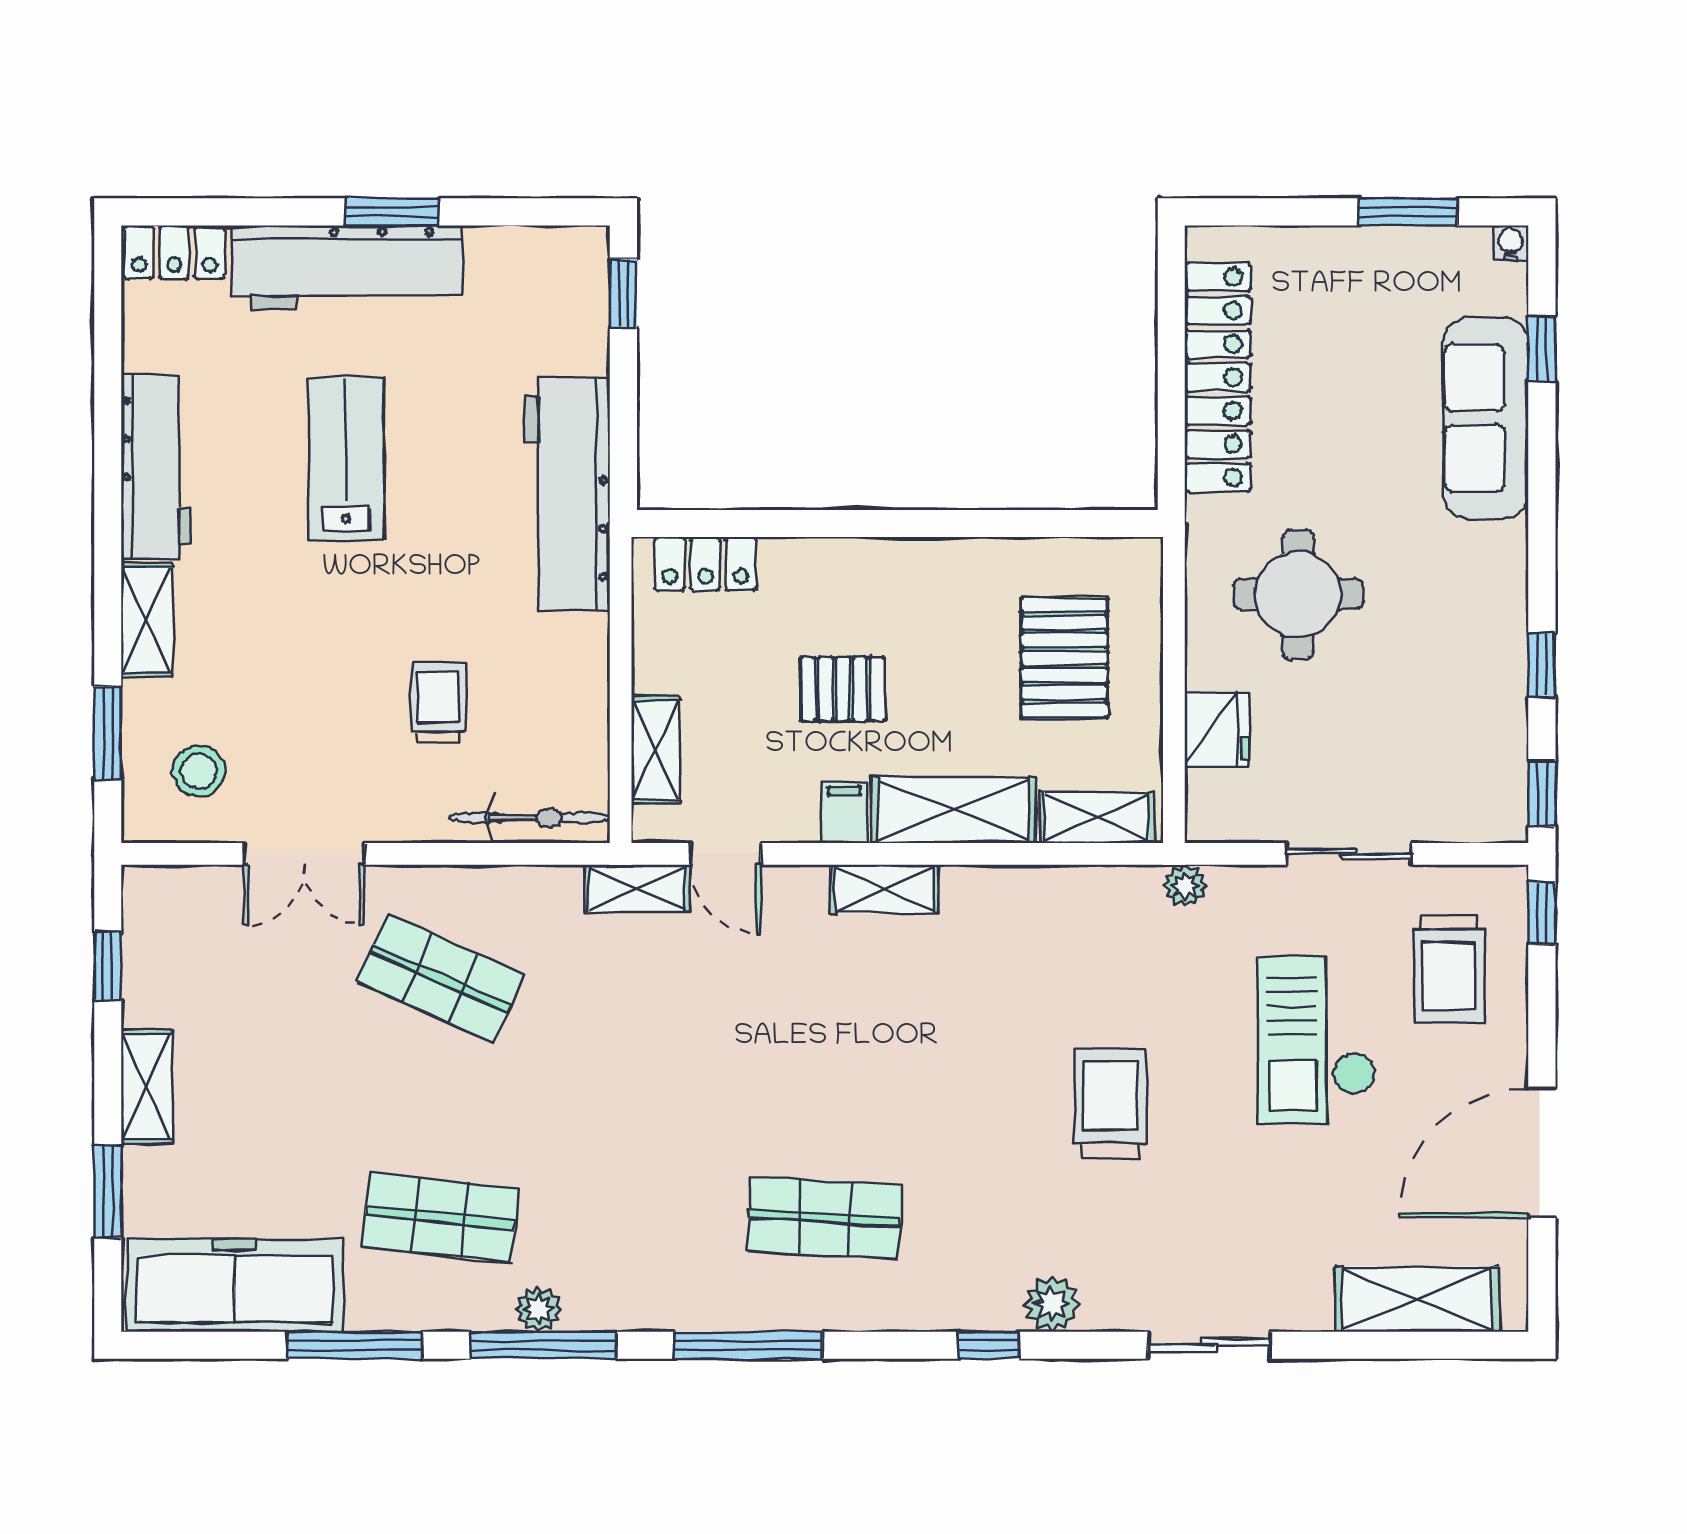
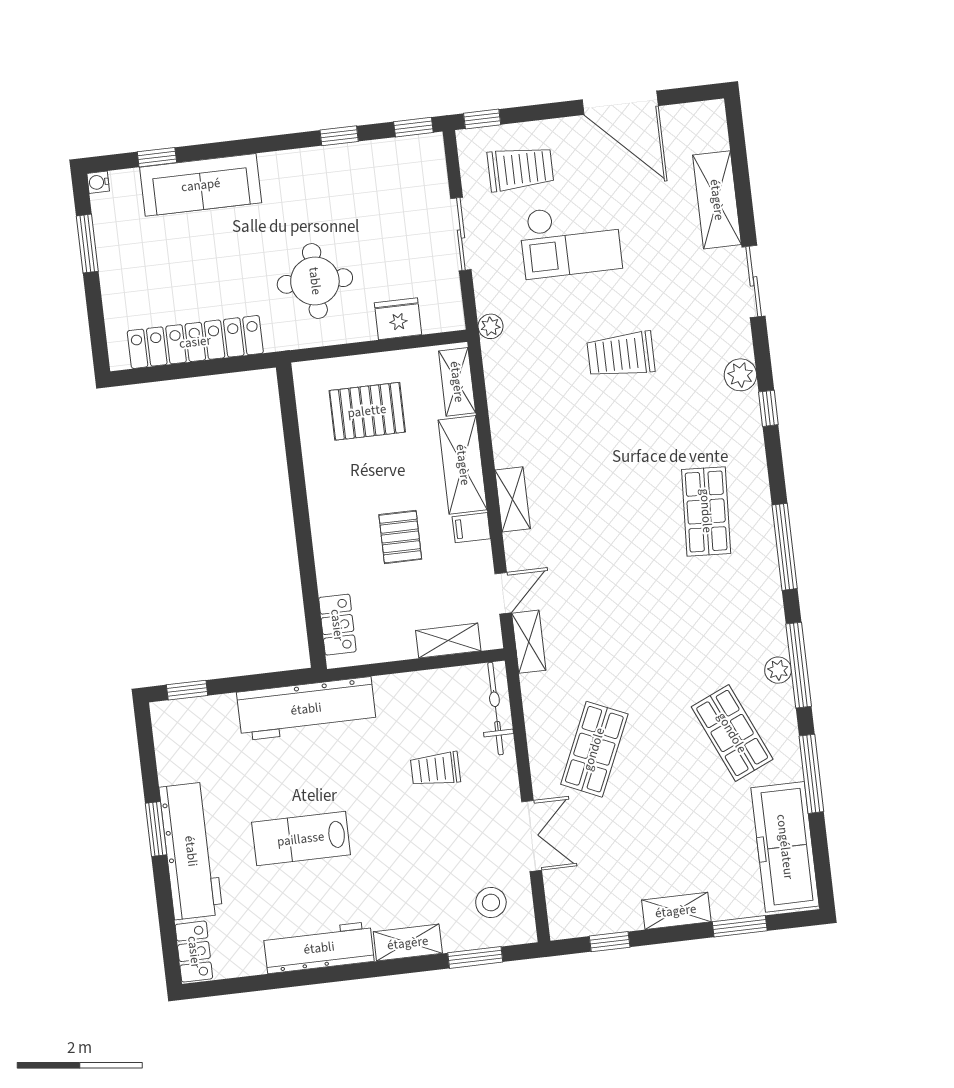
shop shelf: (440, 1218) -> (732, 733), turned -30
shelving: (1417, 1299) -> (717, 200), moved

